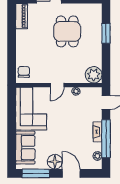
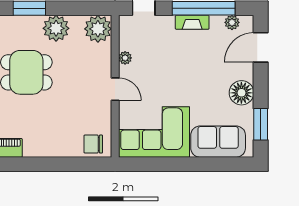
plant: (94, 49) -> (56, 28), added
window: (36, 173) -> (261, 124), width x0.69
door: (71, 173) -> (261, 47), moved

